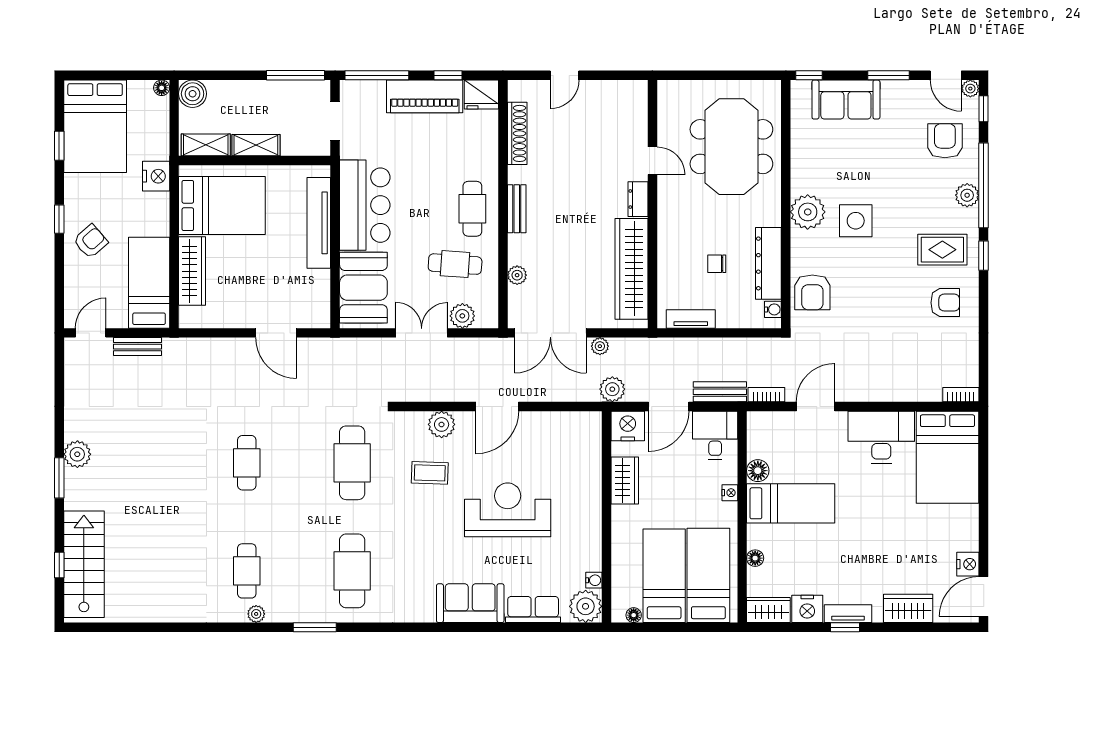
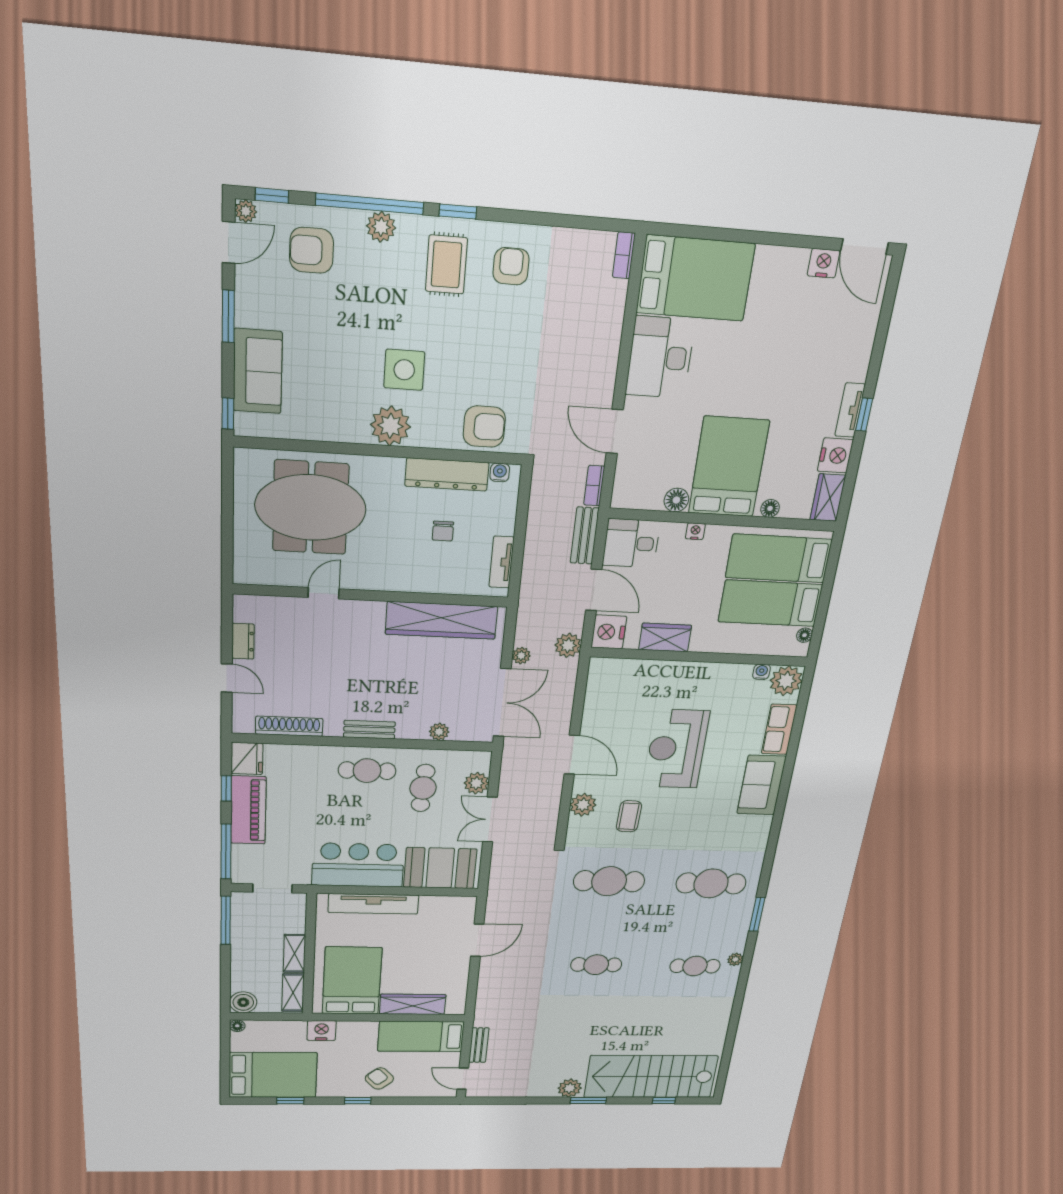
dresser: (638, 199) -> (243, 641), moved, turned -90
bed: (791, 503) -> (729, 467), width x1.50
stairs: (84, 564) -> (651, 1077), width x1.36, depth x1.51
wardrobe: (908, 608) -> (859, 340), removed

